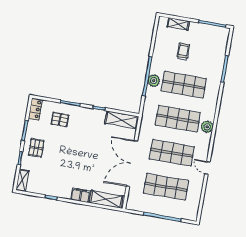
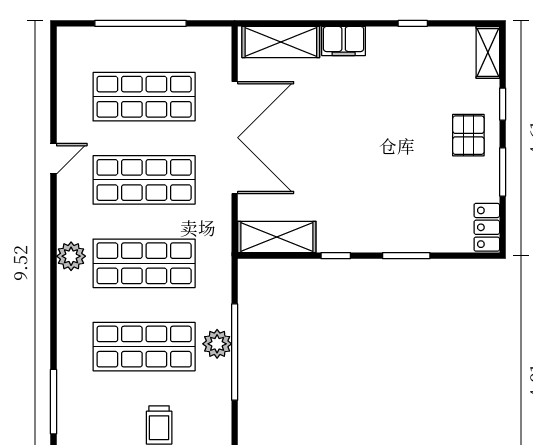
pallet: (60, 120) -> (424, 212), removed
door: (207, 168) -> (53, 159), hinge flipped

